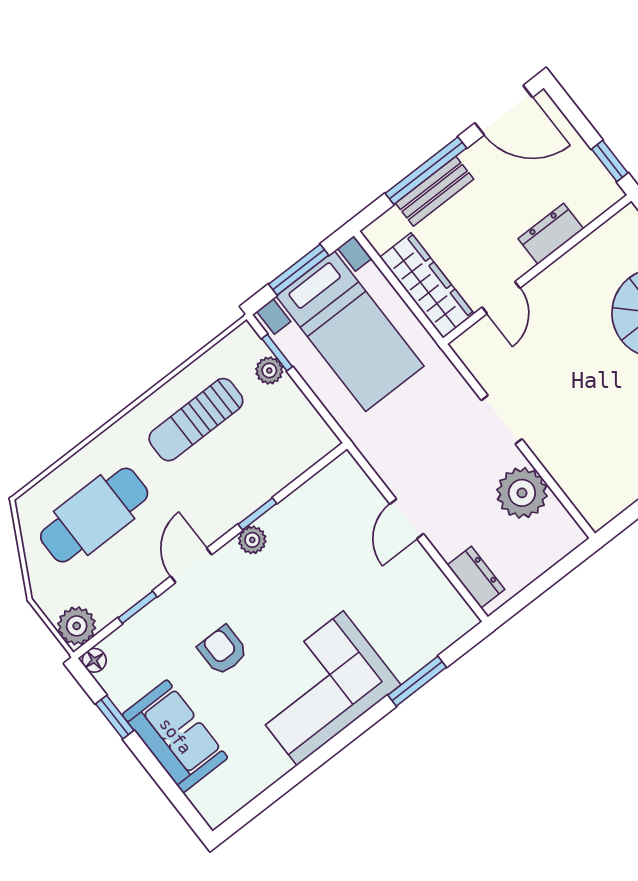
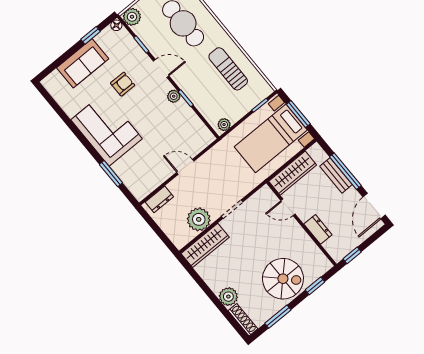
plant: (269, 370) -> (224, 125), moved
wardrobe: (579, 481) -> (205, 245), added

